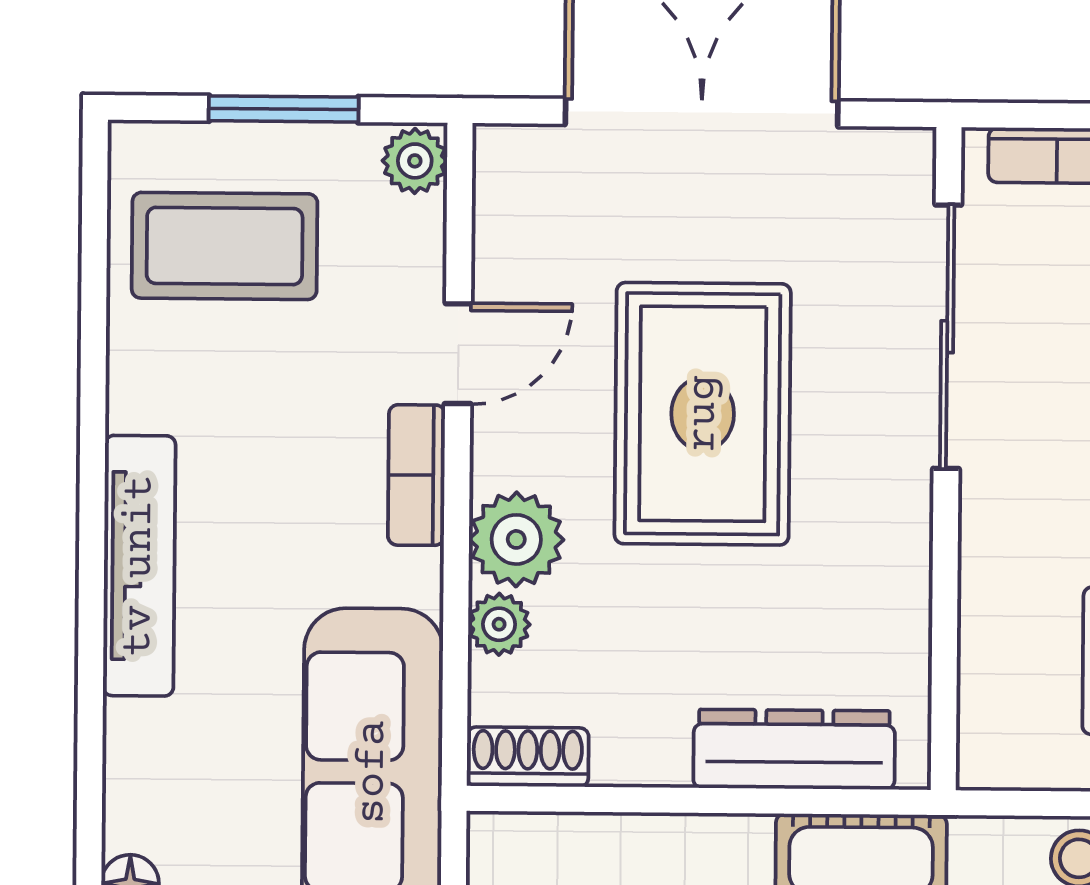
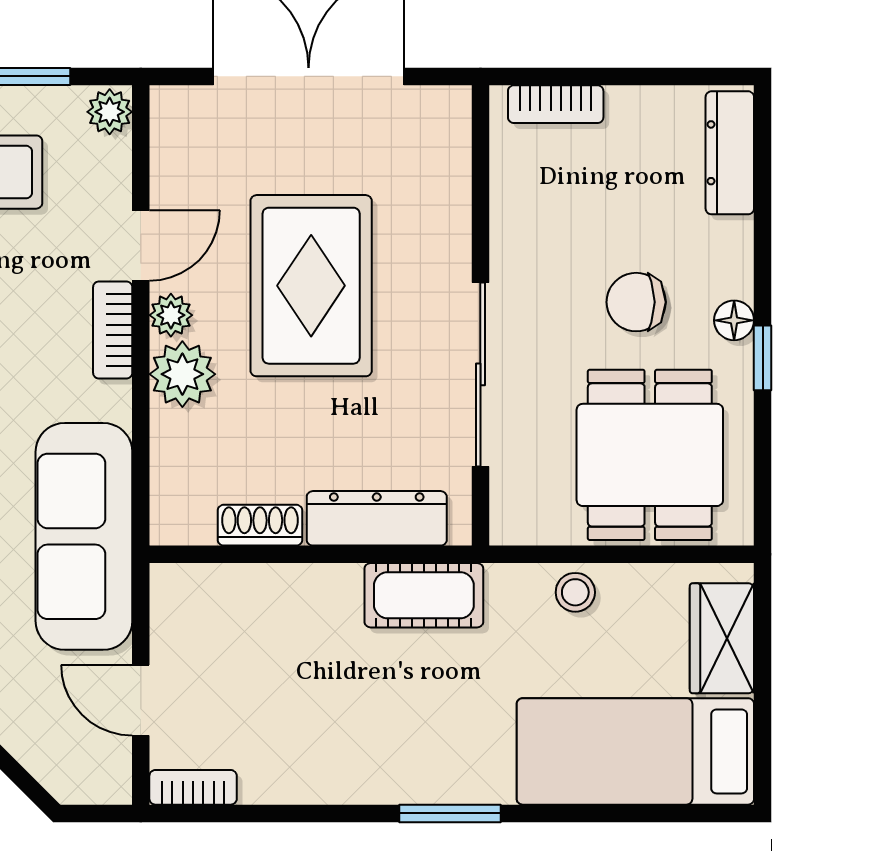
sliding door: (947, 337) -> (480, 374), moved
plant: (499, 624) -> (171, 315), moved
shoe rack: (528, 757) -> (260, 525), moved

